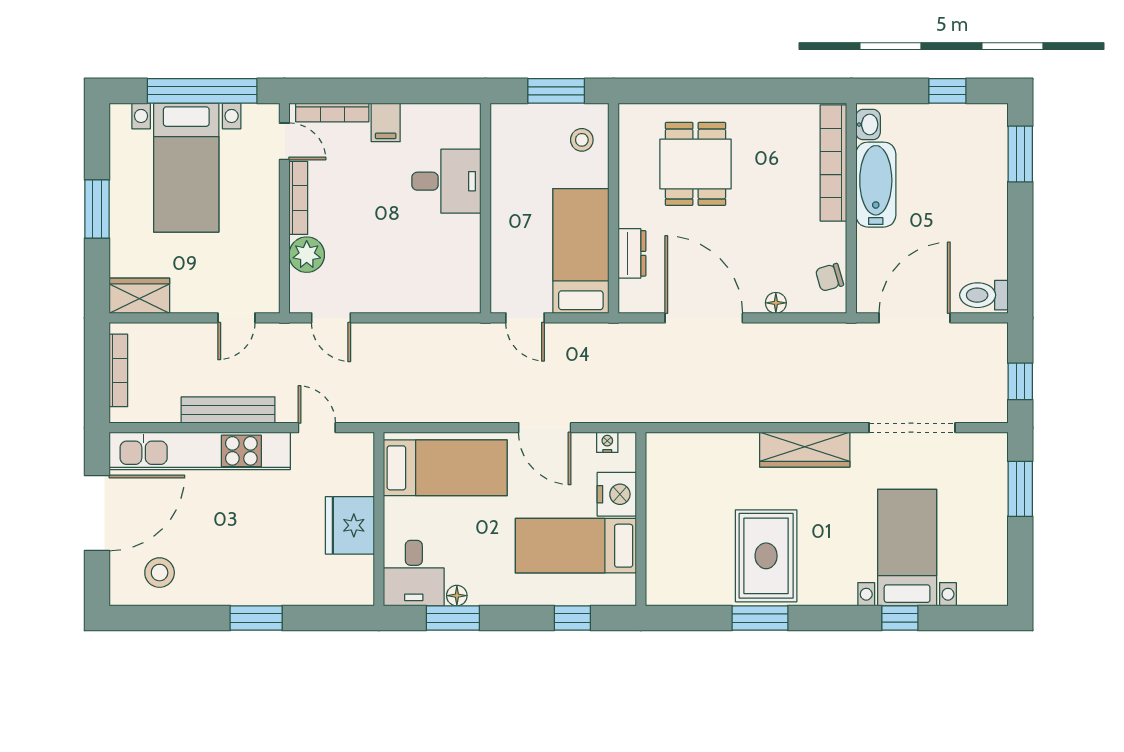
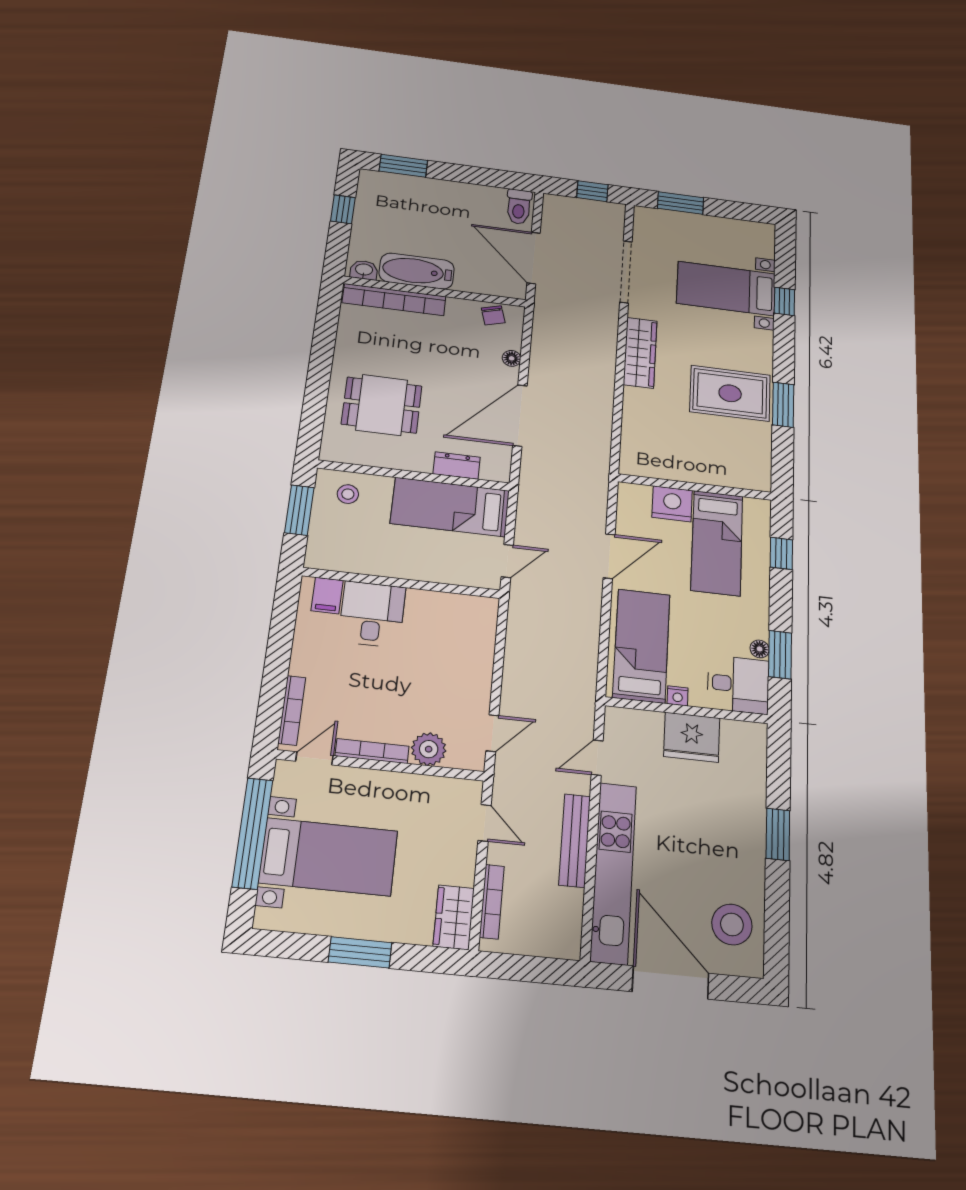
filing cabinet: (386, 122) -> (327, 596), moved, turned 90
bookcase: (118, 370) -> (492, 902), moved, turned 90
nightstand: (607, 442) -> (678, 696), moved, turned -90
stool: (160, 573) -> (732, 924), width x1.38, depth x1.38

